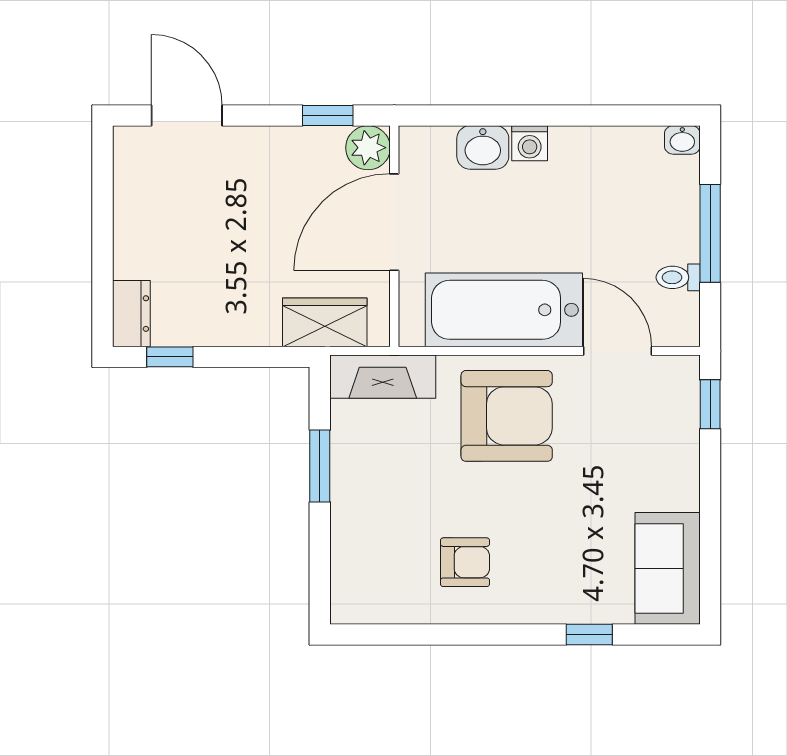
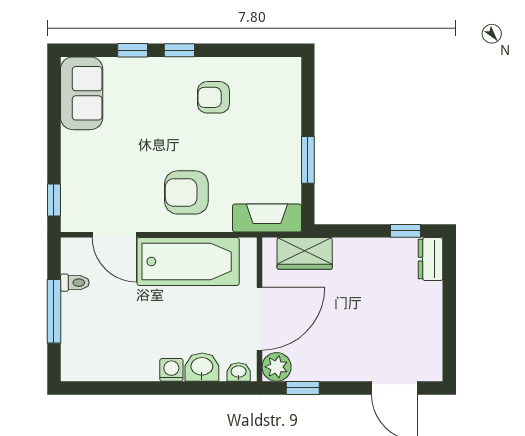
washbasin: (682, 140) -> (239, 372), moved
armchair: (507, 416) -> (186, 192), width x0.73, depth x0.73
window: (517, 635) -> (179, 50), added

